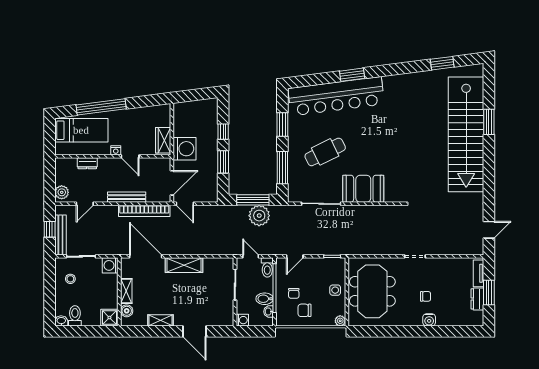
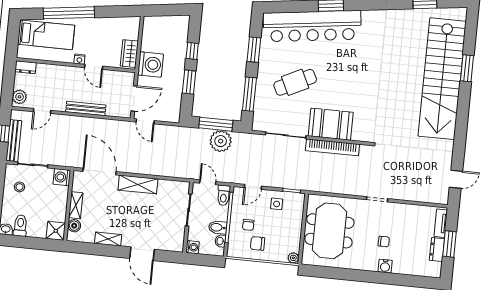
dresser: (87, 163) -> (25, 67), moved
bookcase: (144, 211) -> (332, 147), moved
side table: (335, 290) -> (277, 204), moved

